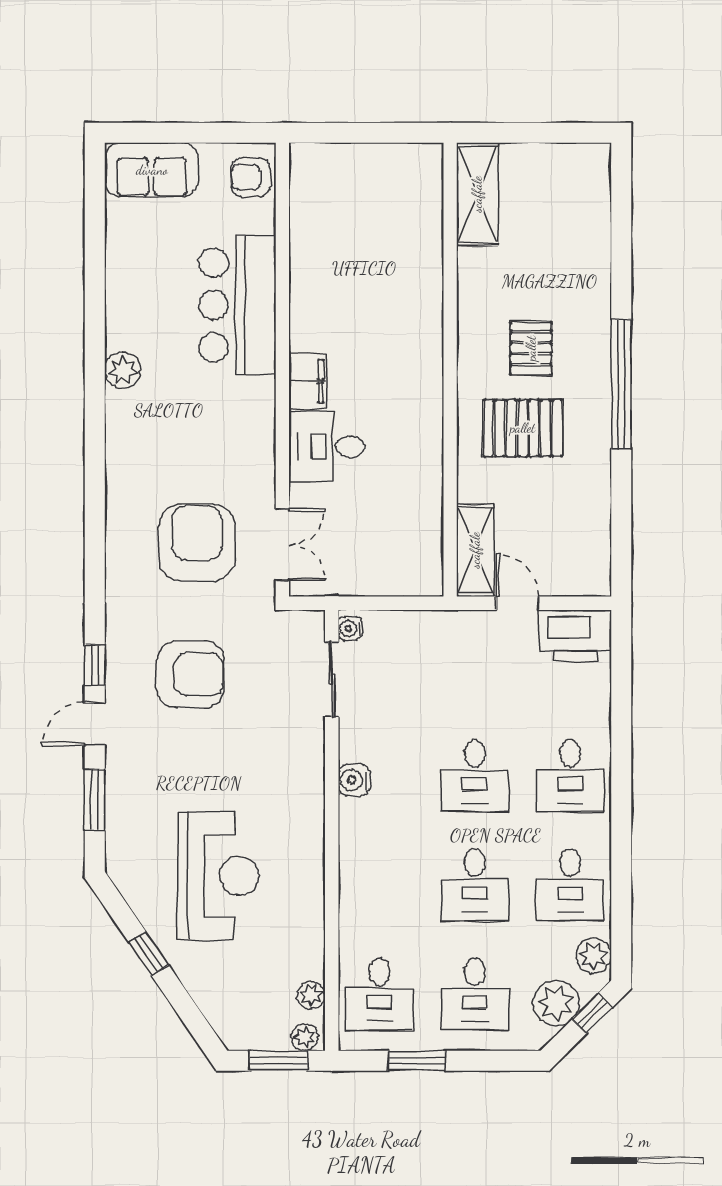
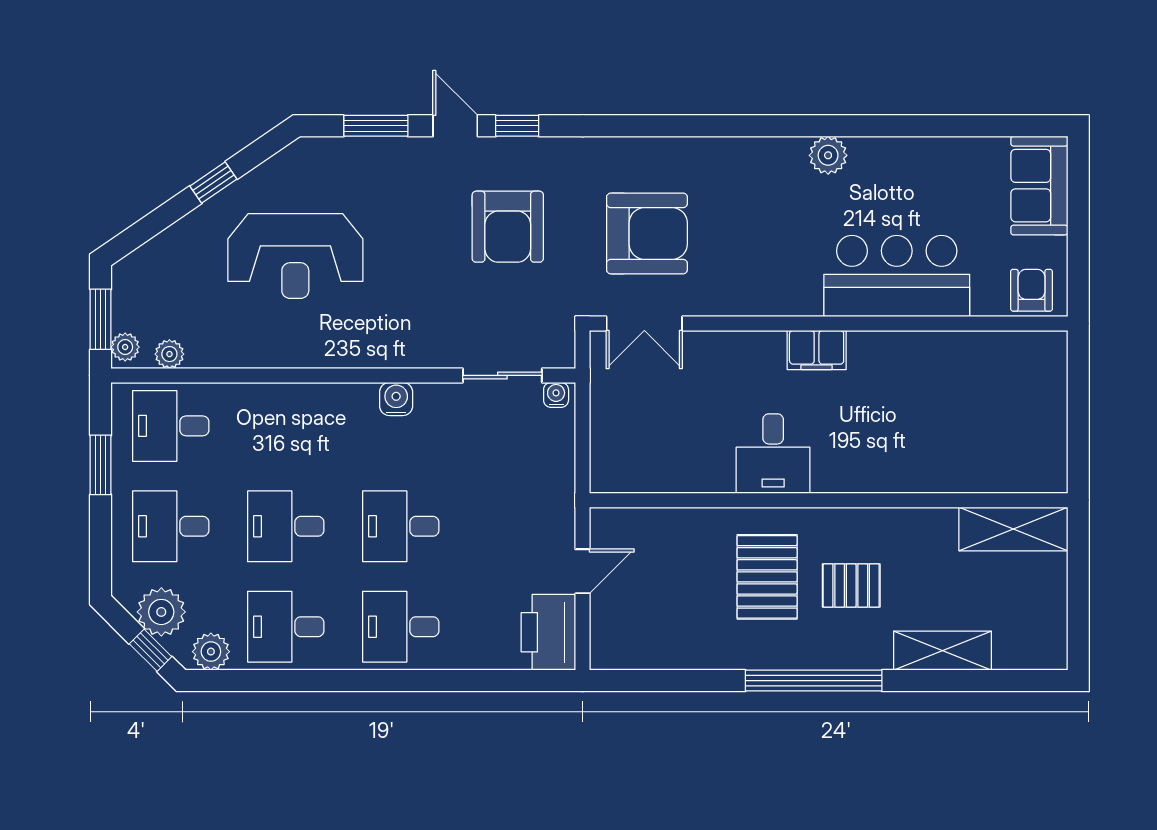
desk: (327, 447) -> (773, 454), moved, turned 180
shelving: (475, 550) -> (942, 651), moved

